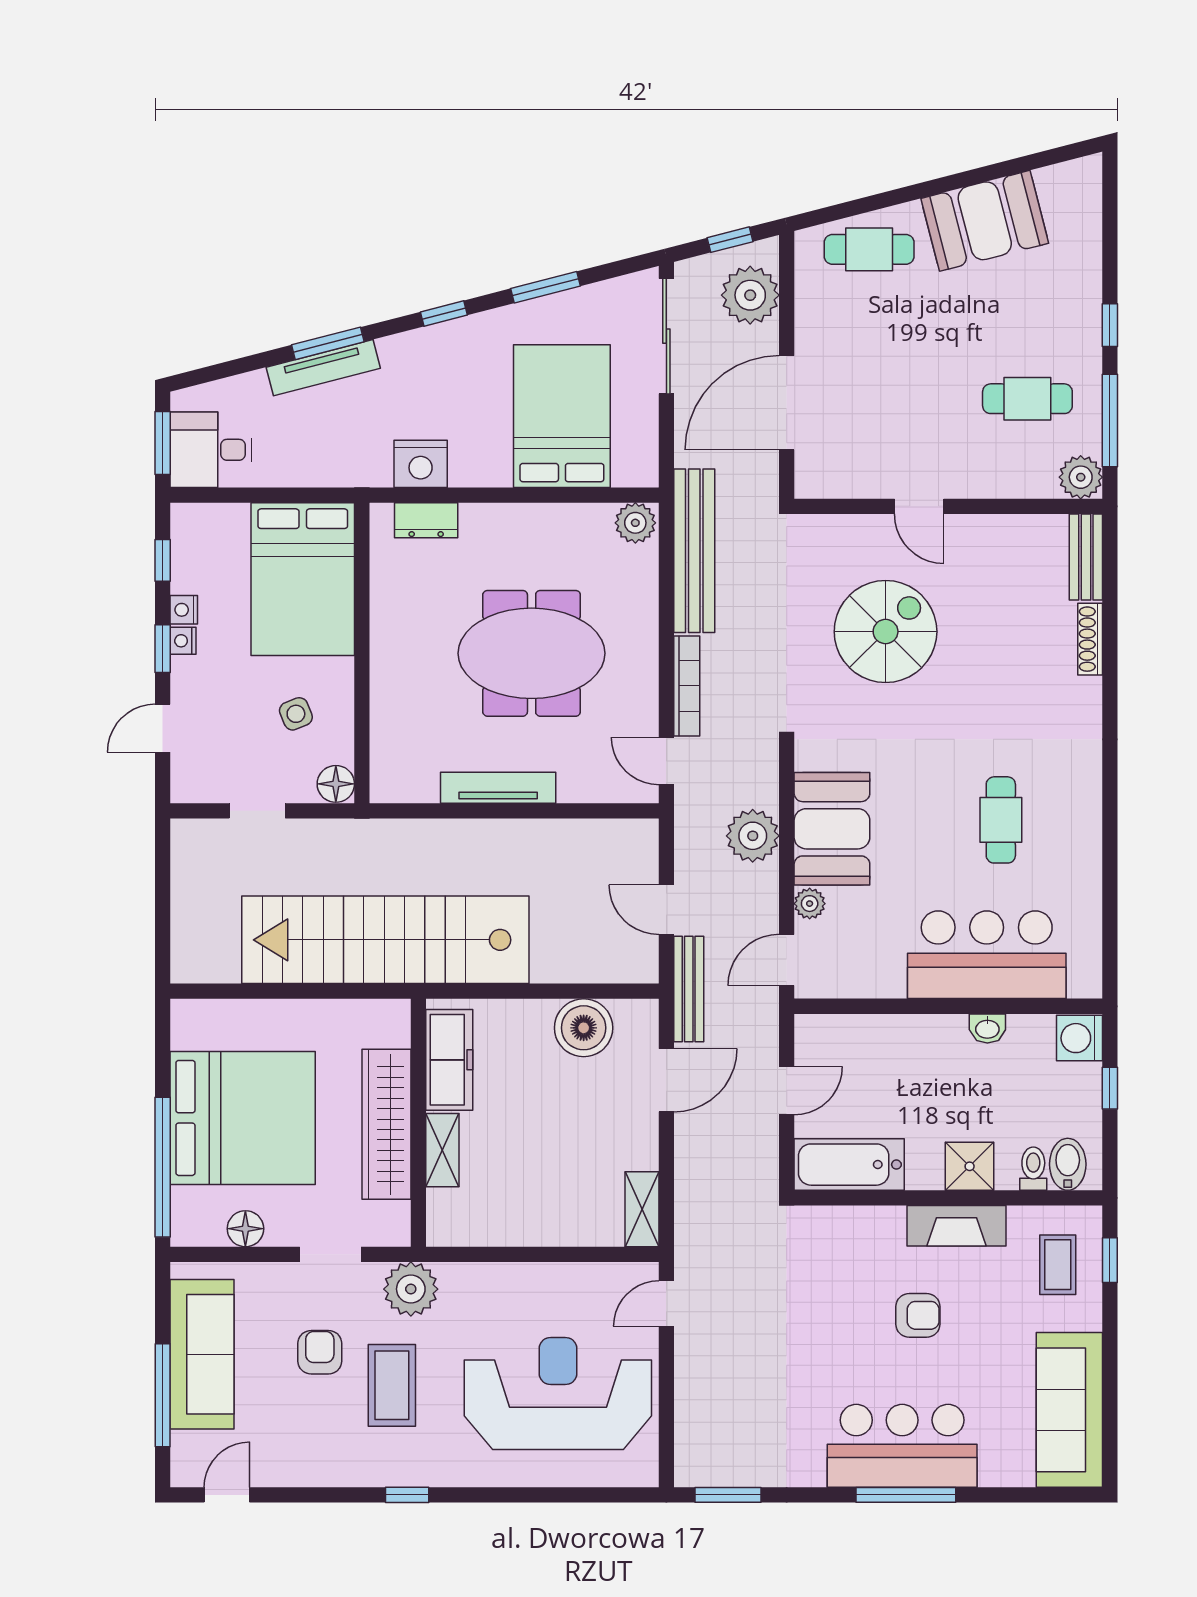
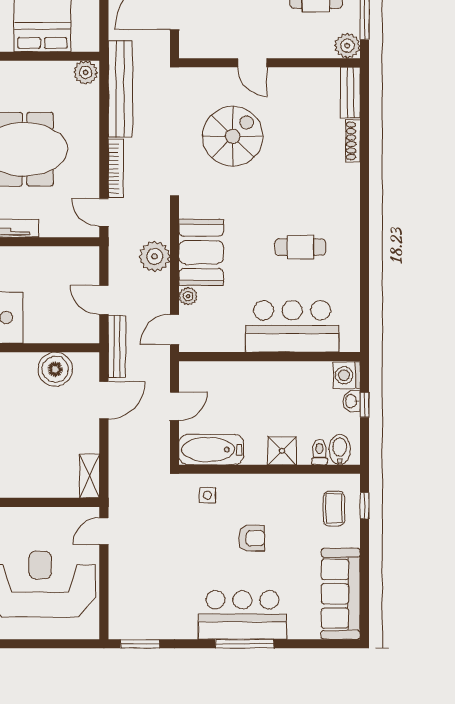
cafe table: (1001, 820) -> (300, 247), turned 90
washbasin: (987, 1028) -> (352, 401), moved, turned 90
fireplace: (957, 1226) -> (274, 486), removed
side table: (843, 1242) -> (207, 495), added

